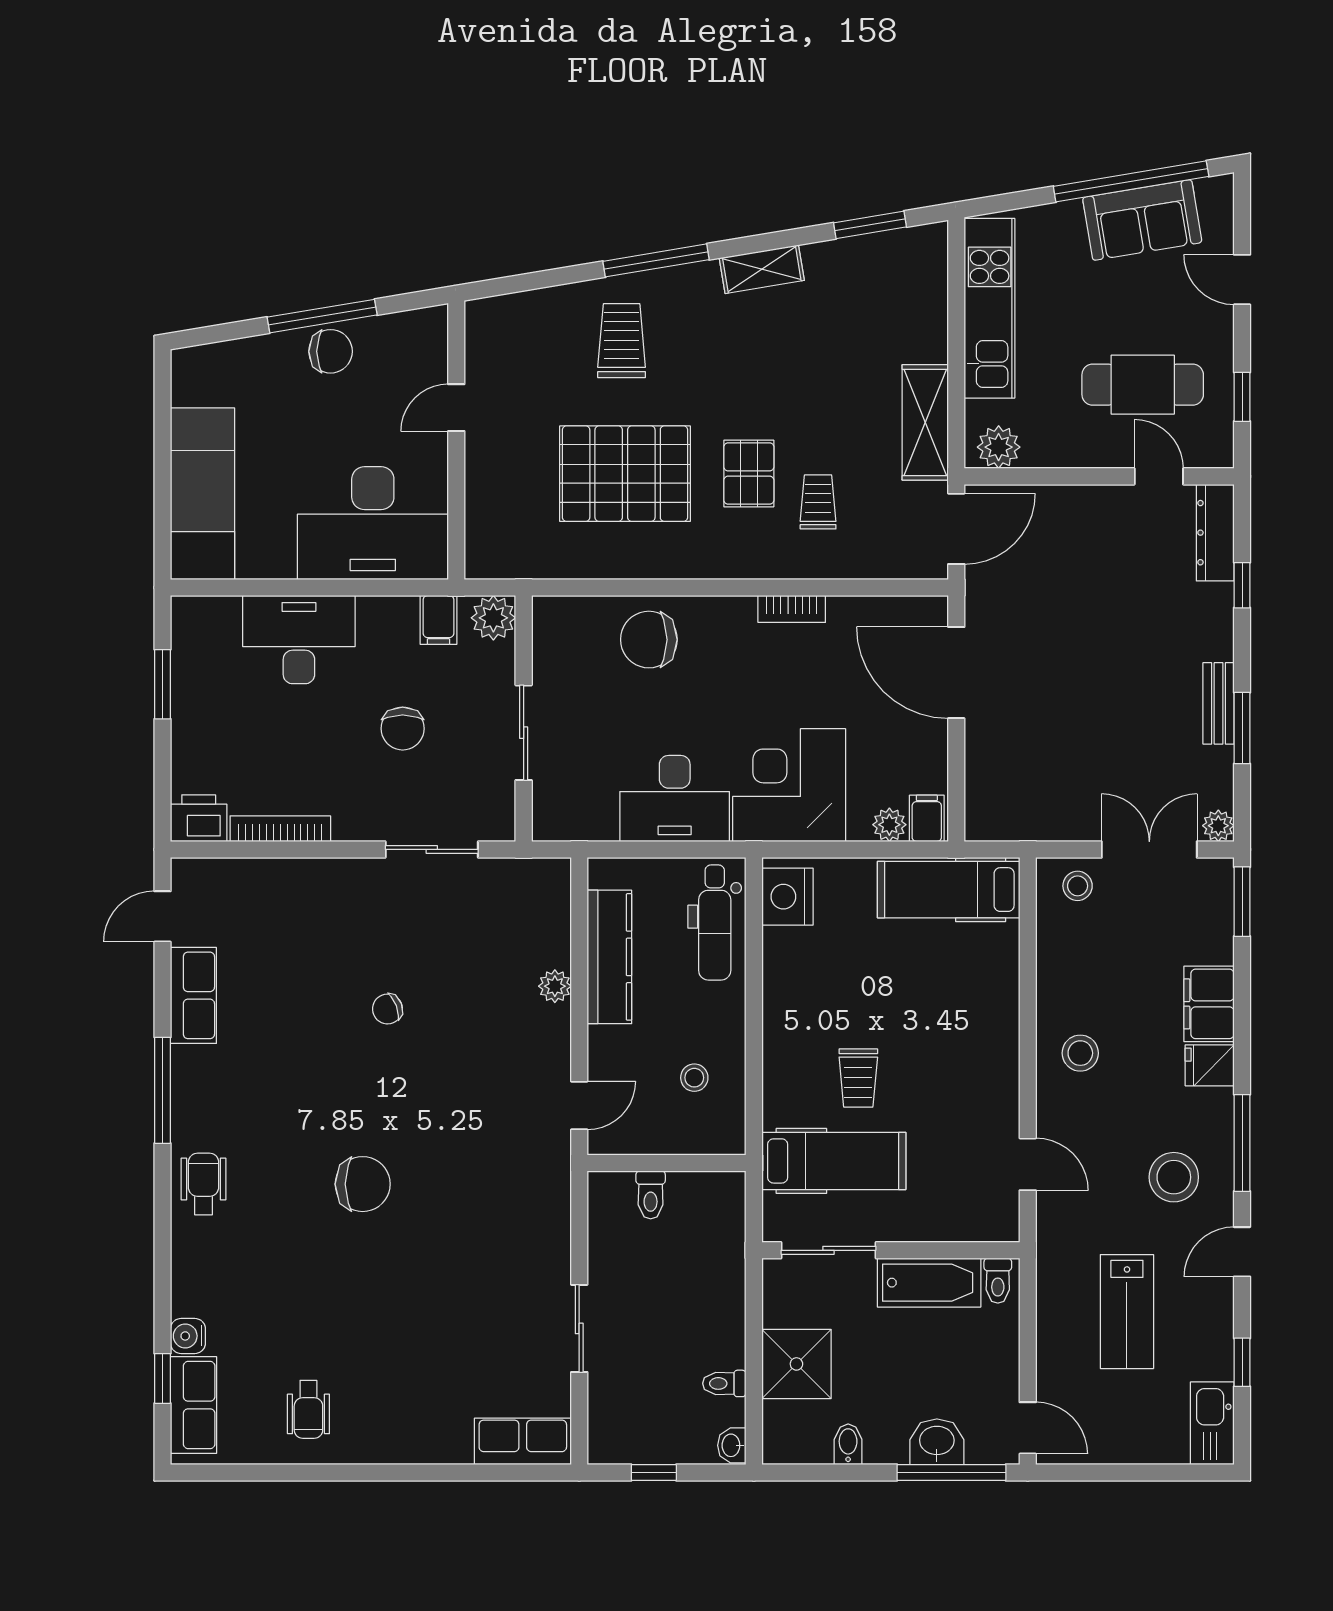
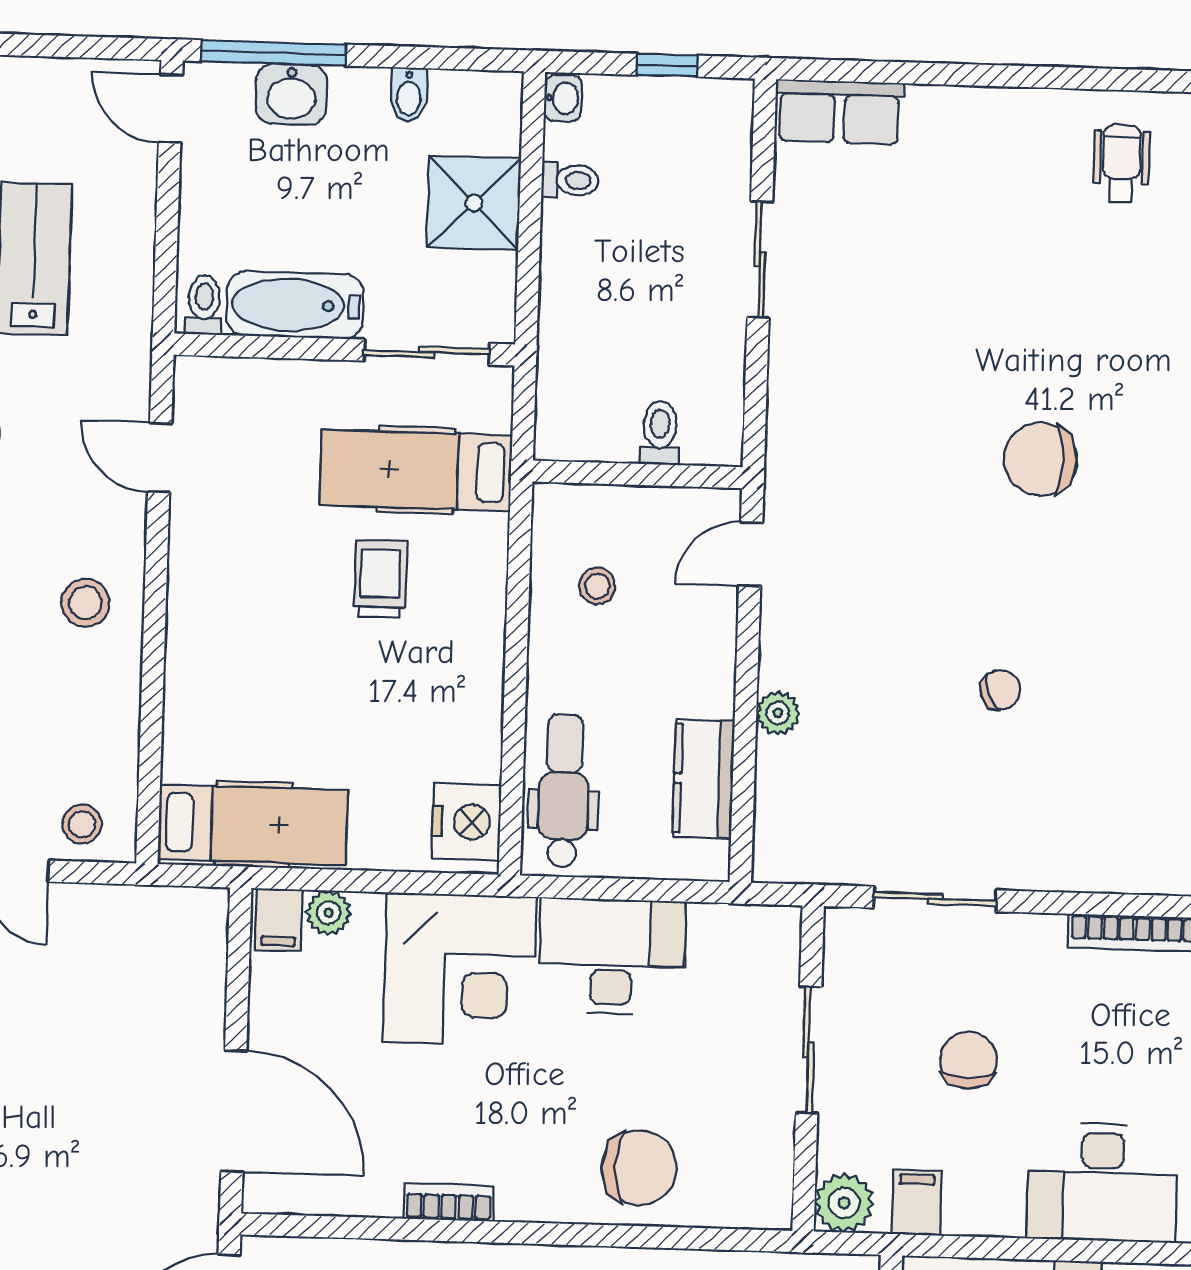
kitchen counter: (609, 957) -> (704, 779), width x0.67

